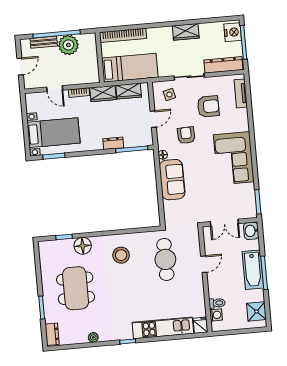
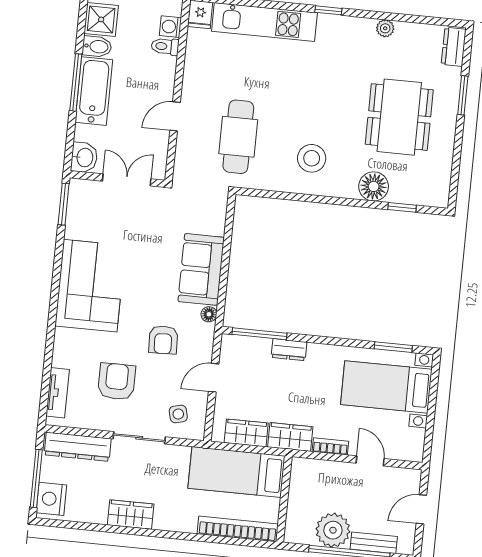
armchair: (208, 106) -> (117, 381), turned 90
bidet: (256, 296) -> (97, 47), added

